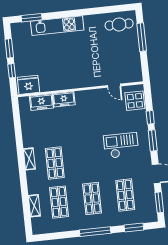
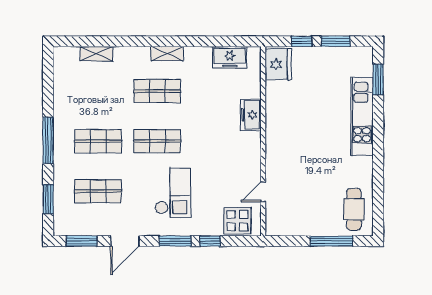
freezer: (41, 102) -> (230, 57), moved, turned -90
shop shelf: (59, 202) -> (157, 141), moved

